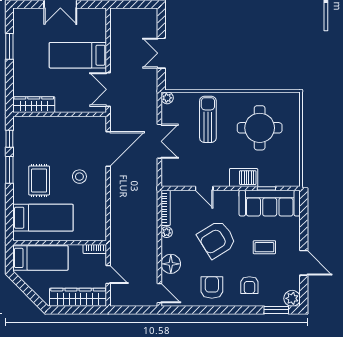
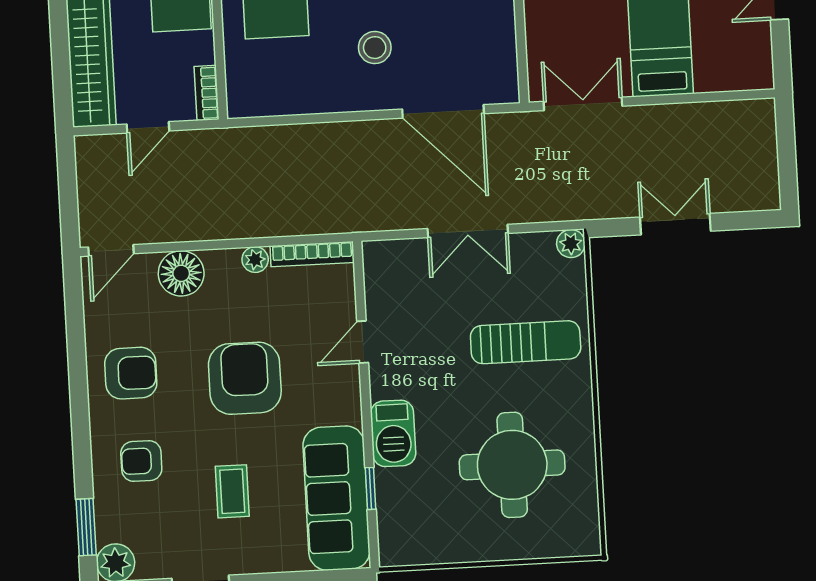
armchair: (217, 239) -> (245, 378), turned 32

